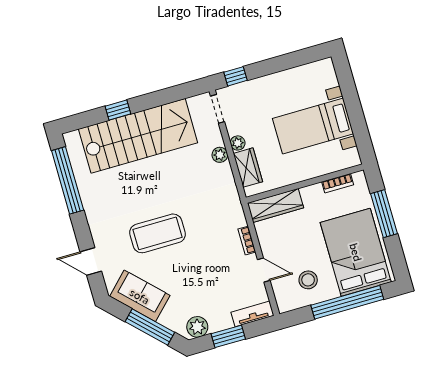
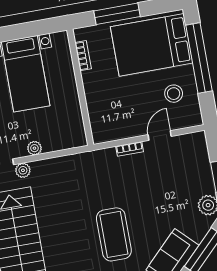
plant: (220, 155) -> (23, 170), moved
wardrobe: (248, 168) -> (59, 141), removed
wardrobe: (275, 205) -> (98, 118), removed
tv unit: (252, 314) -> (201, 151), removed

